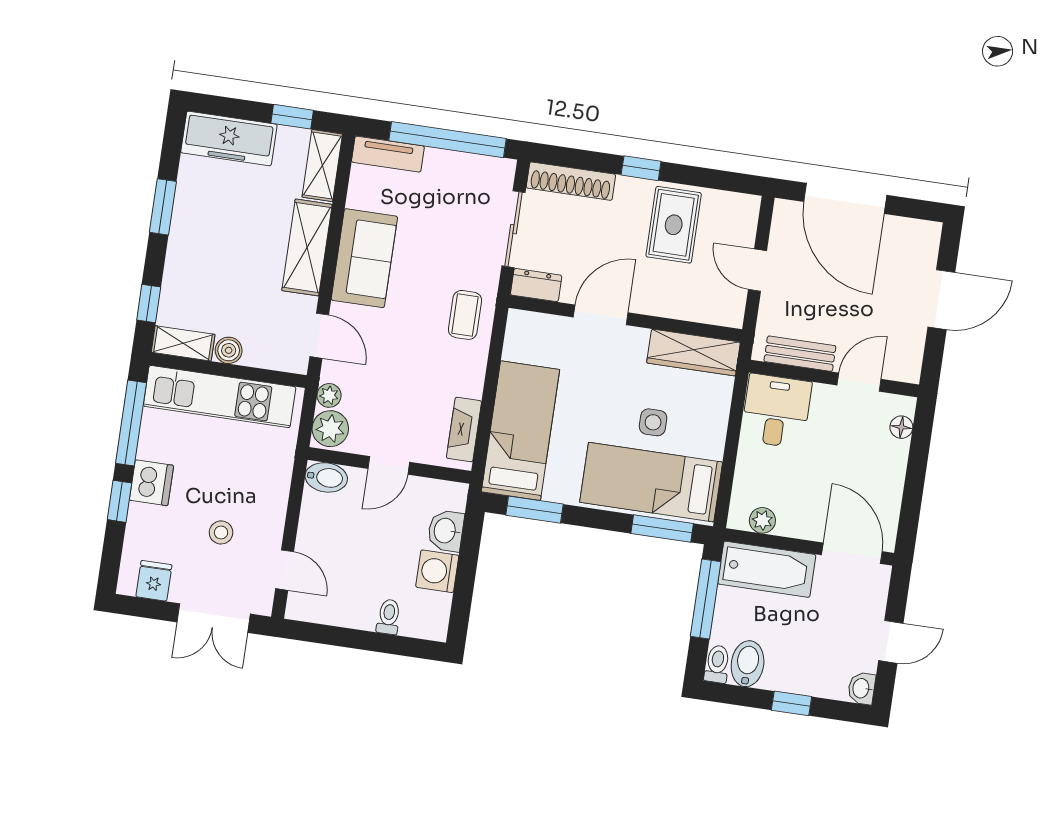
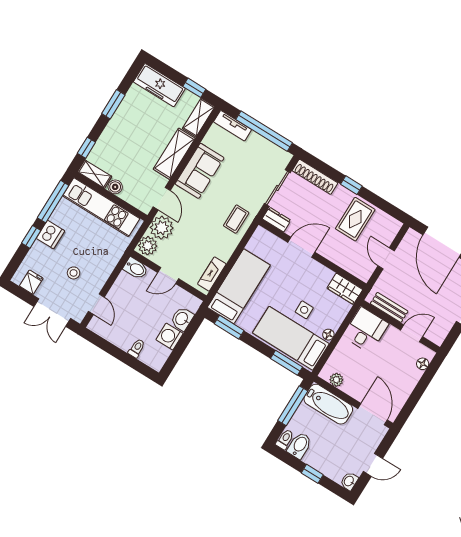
wardrobe: (693, 353) -> (345, 289), width x0.67
plant: (329, 395) -> (162, 228), width x1.87, depth x1.87
floor lamp: (714, 447) -> (328, 335), added

